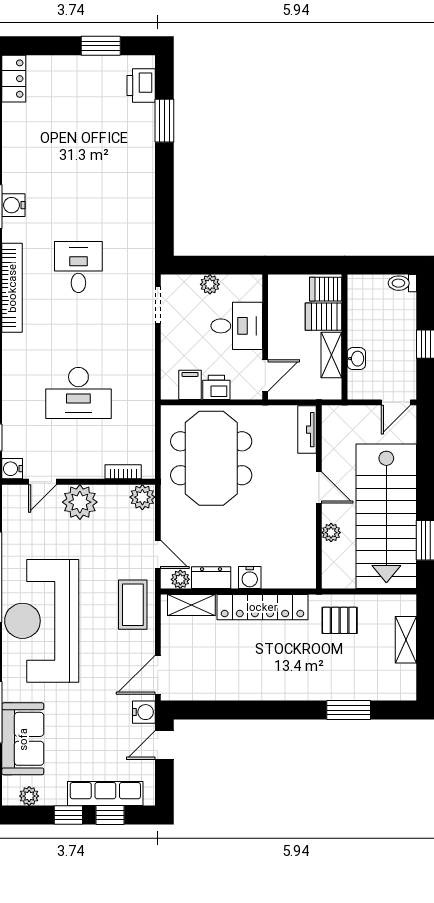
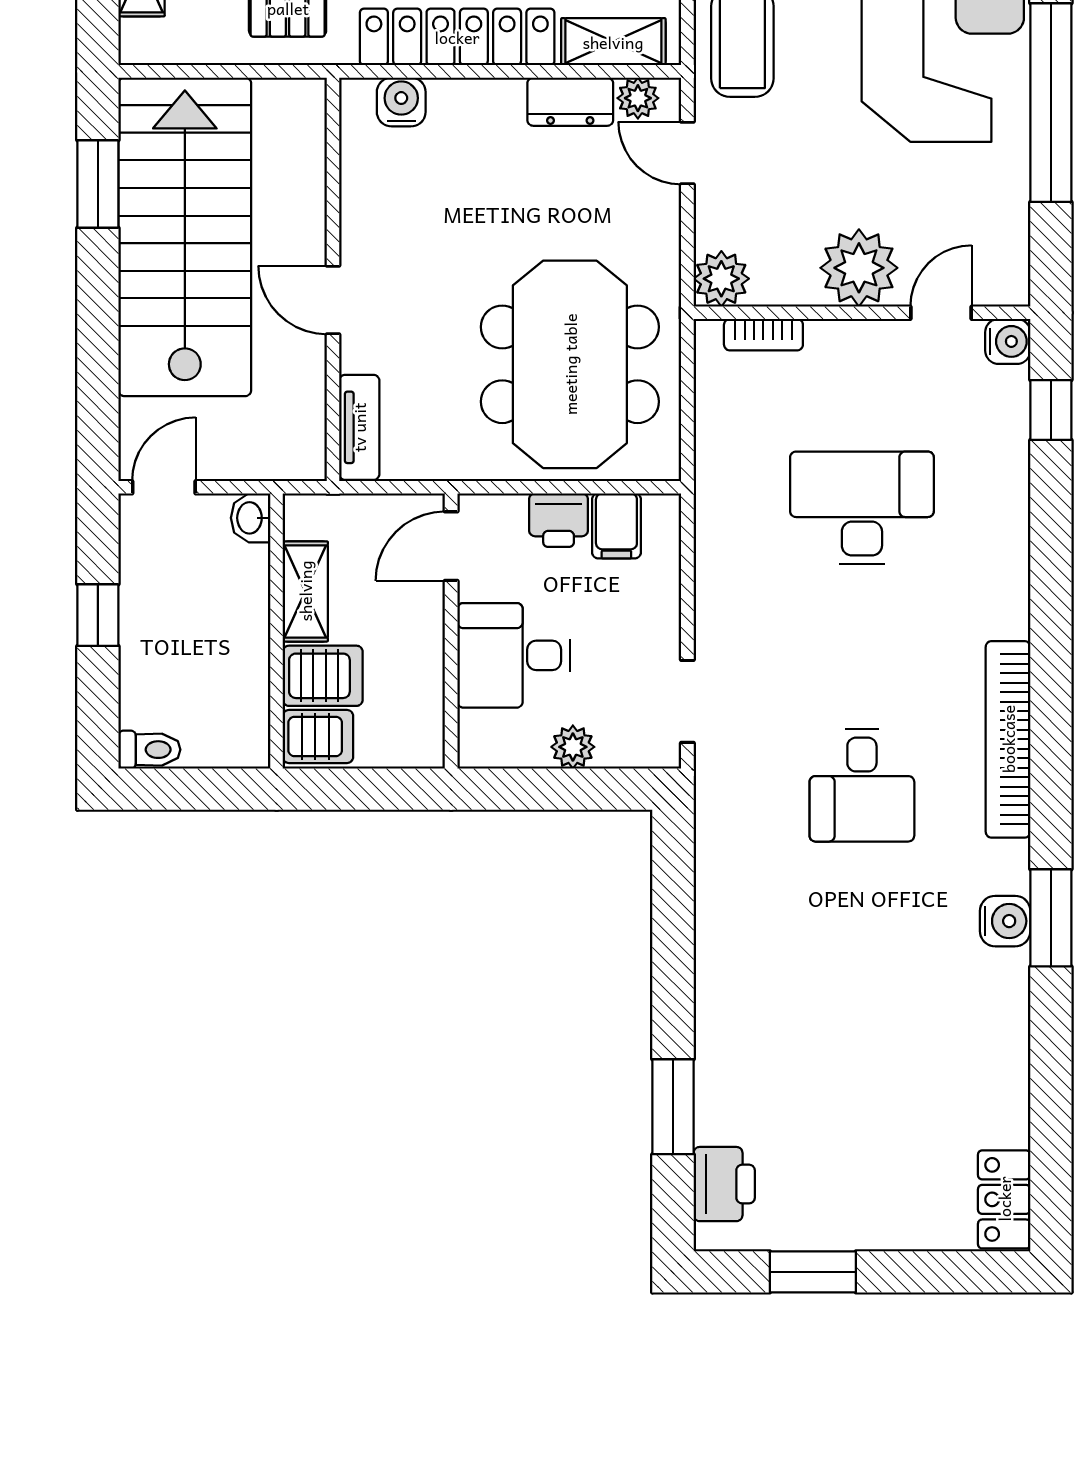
washbasin: (356, 359) -> (251, 518), moved
plant: (331, 533) -> (306, 201), removed
water cooler: (250, 578) -> (401, 102), moved

